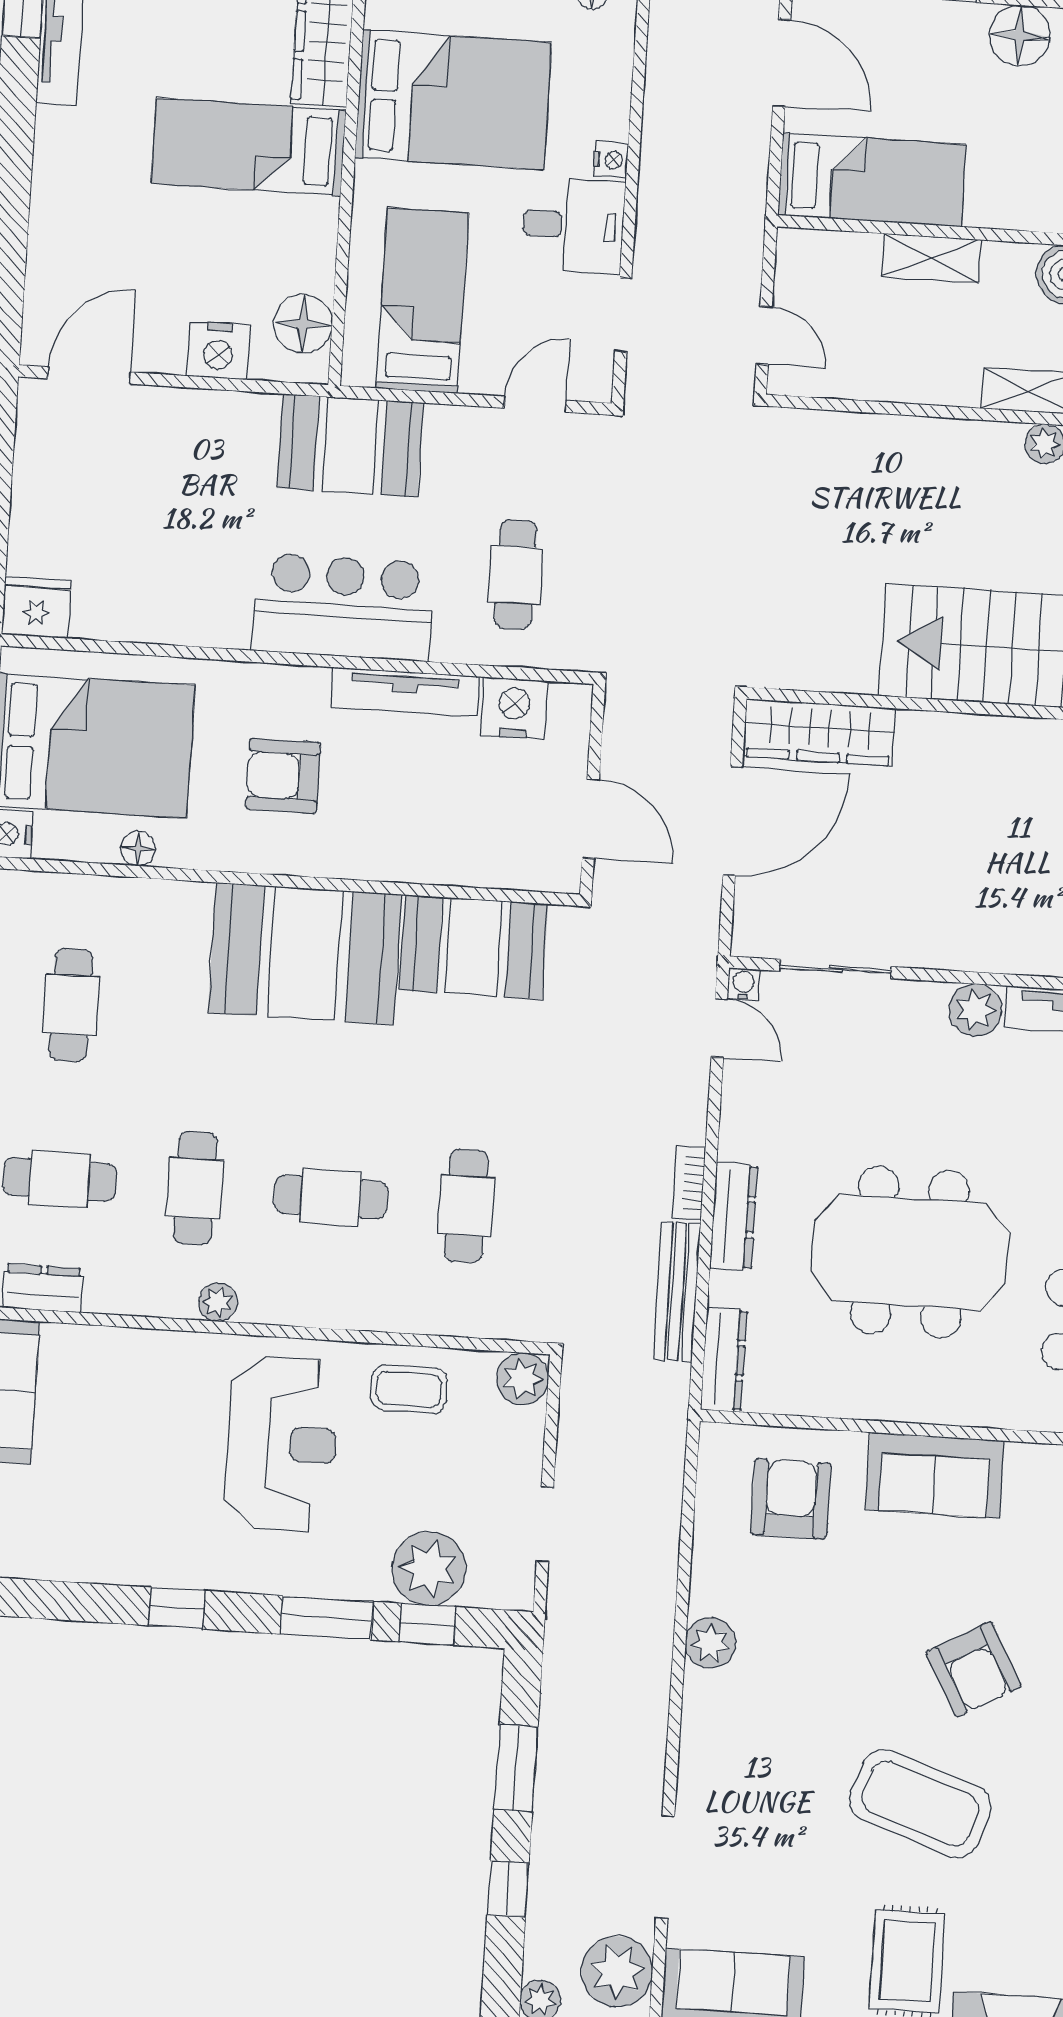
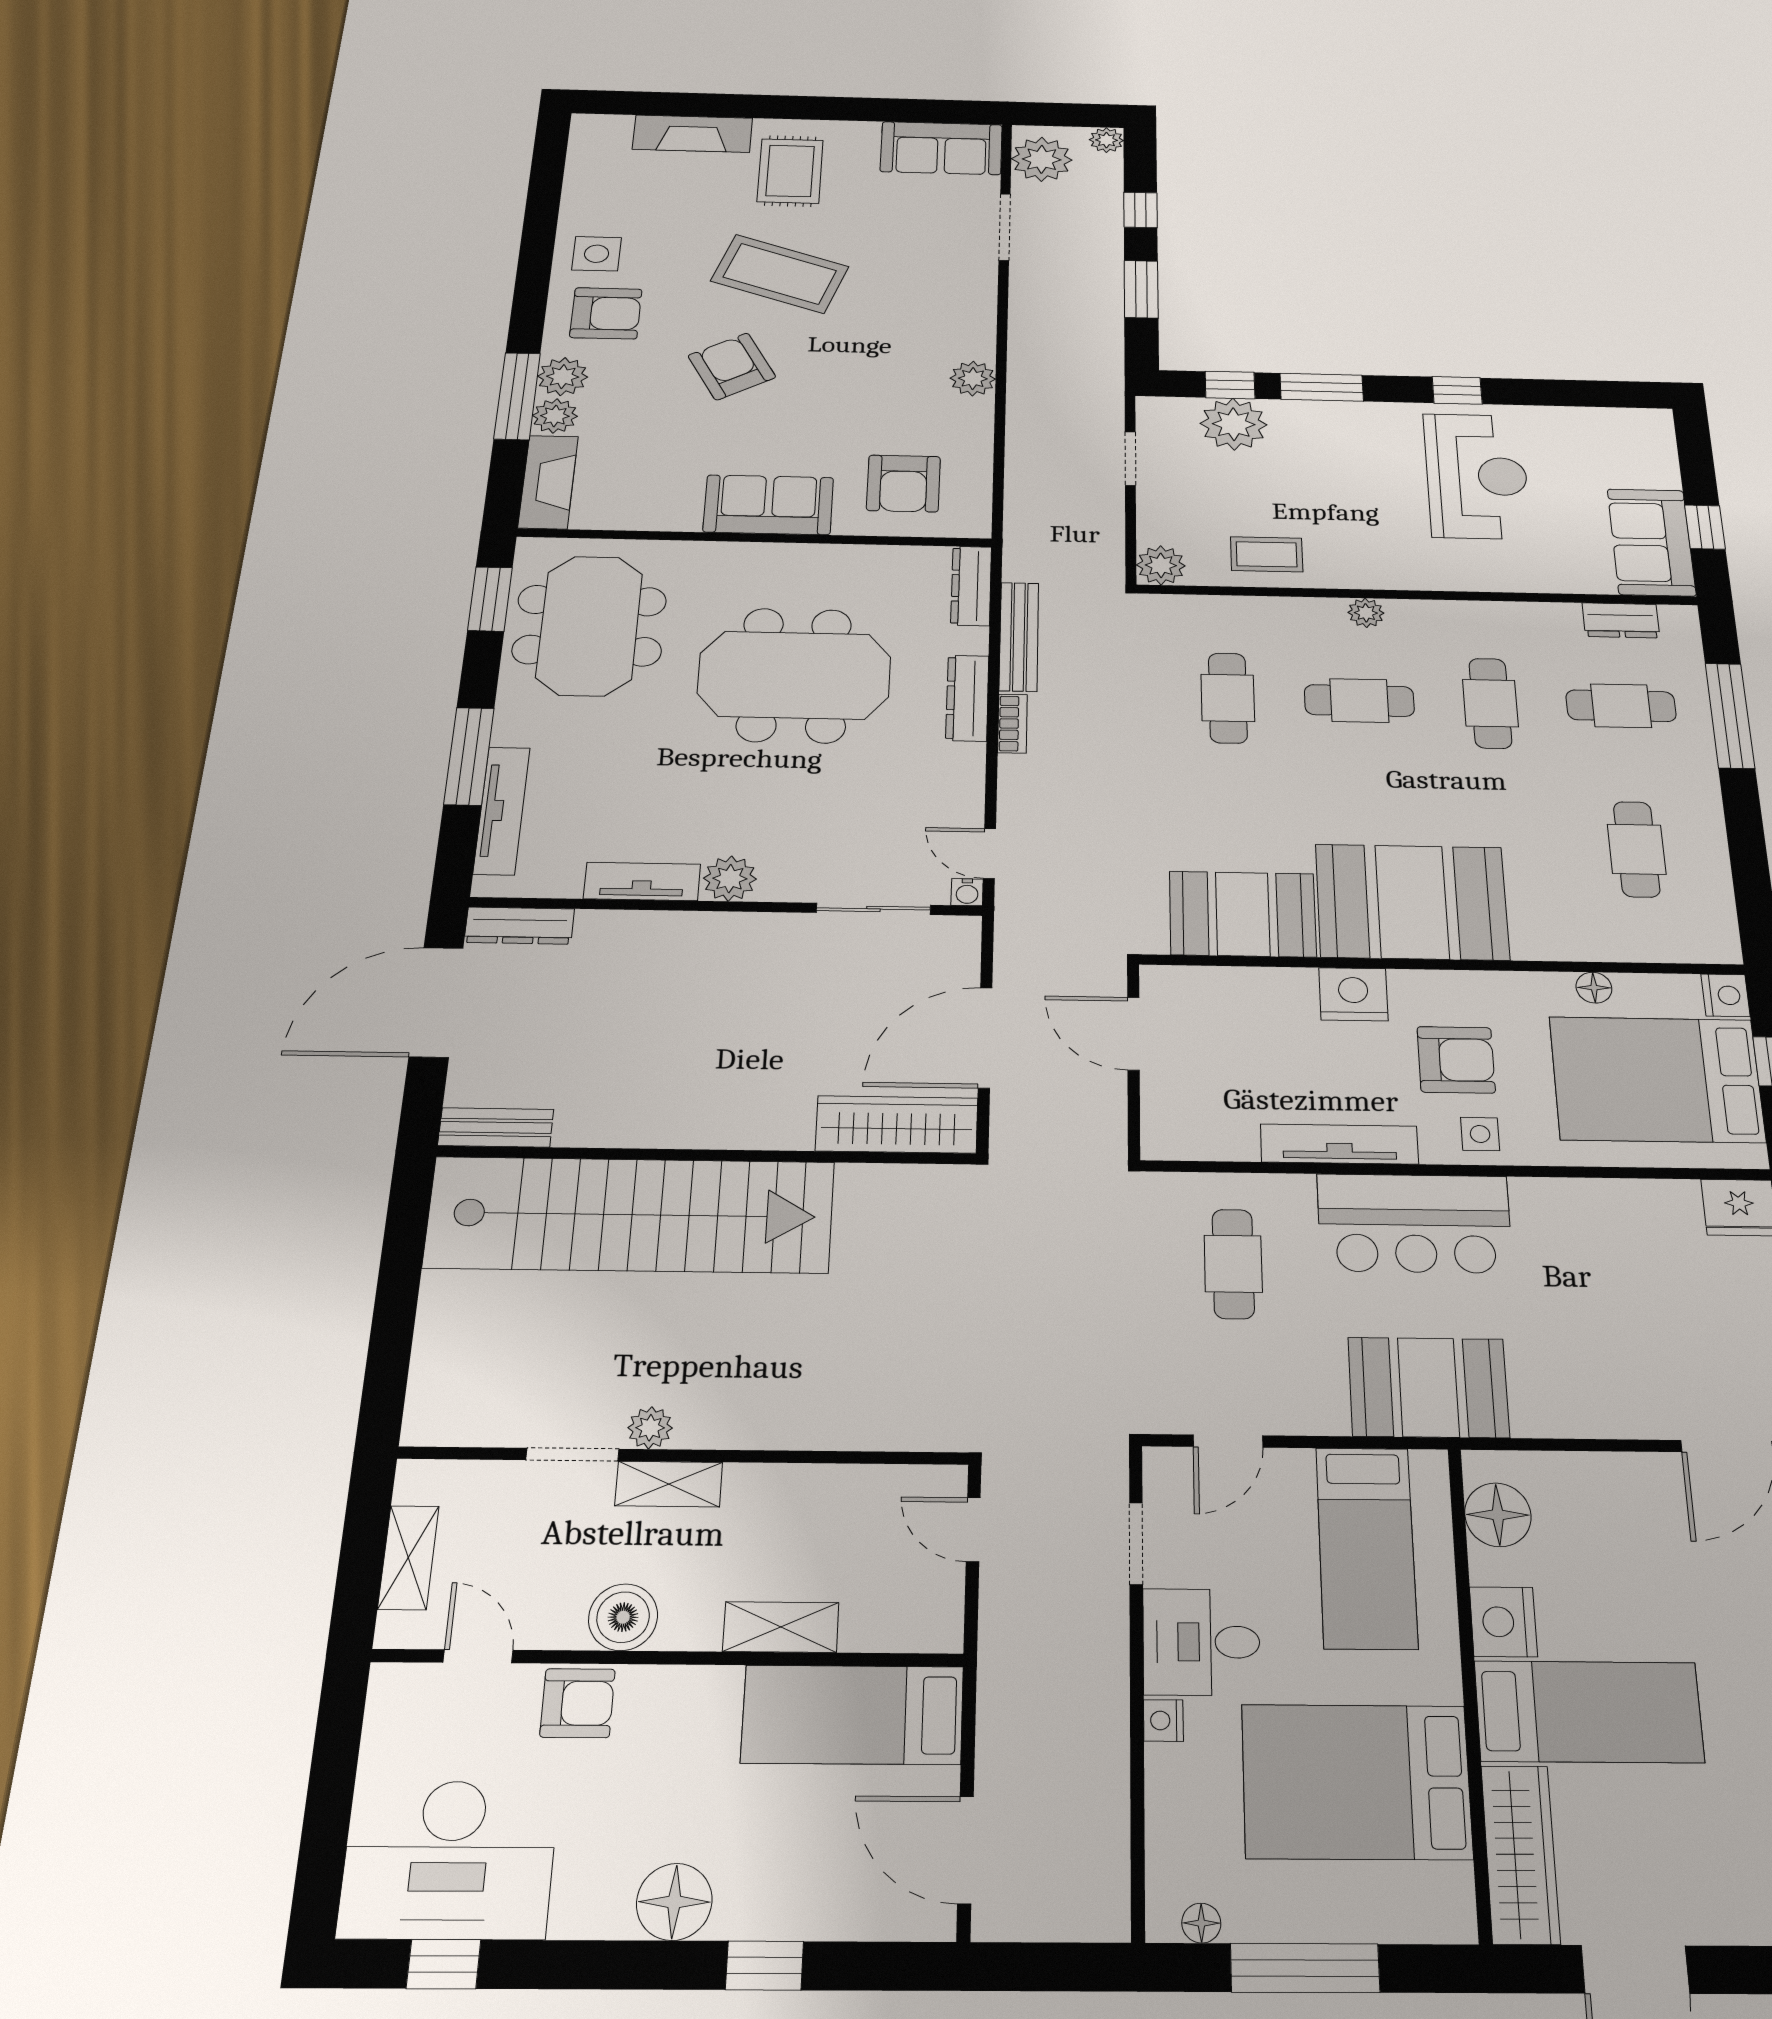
nightstand: (218, 351) -> (1503, 1622), moved, turned -90
side table: (270, 696) -> (1480, 1134), added
nightstand: (514, 708) -> (1353, 994), moved, turned 180
plant: (218, 1302) -> (1366, 613), moved
reception desk: (282, 1443) -> (1477, 476), moved, turned 180

